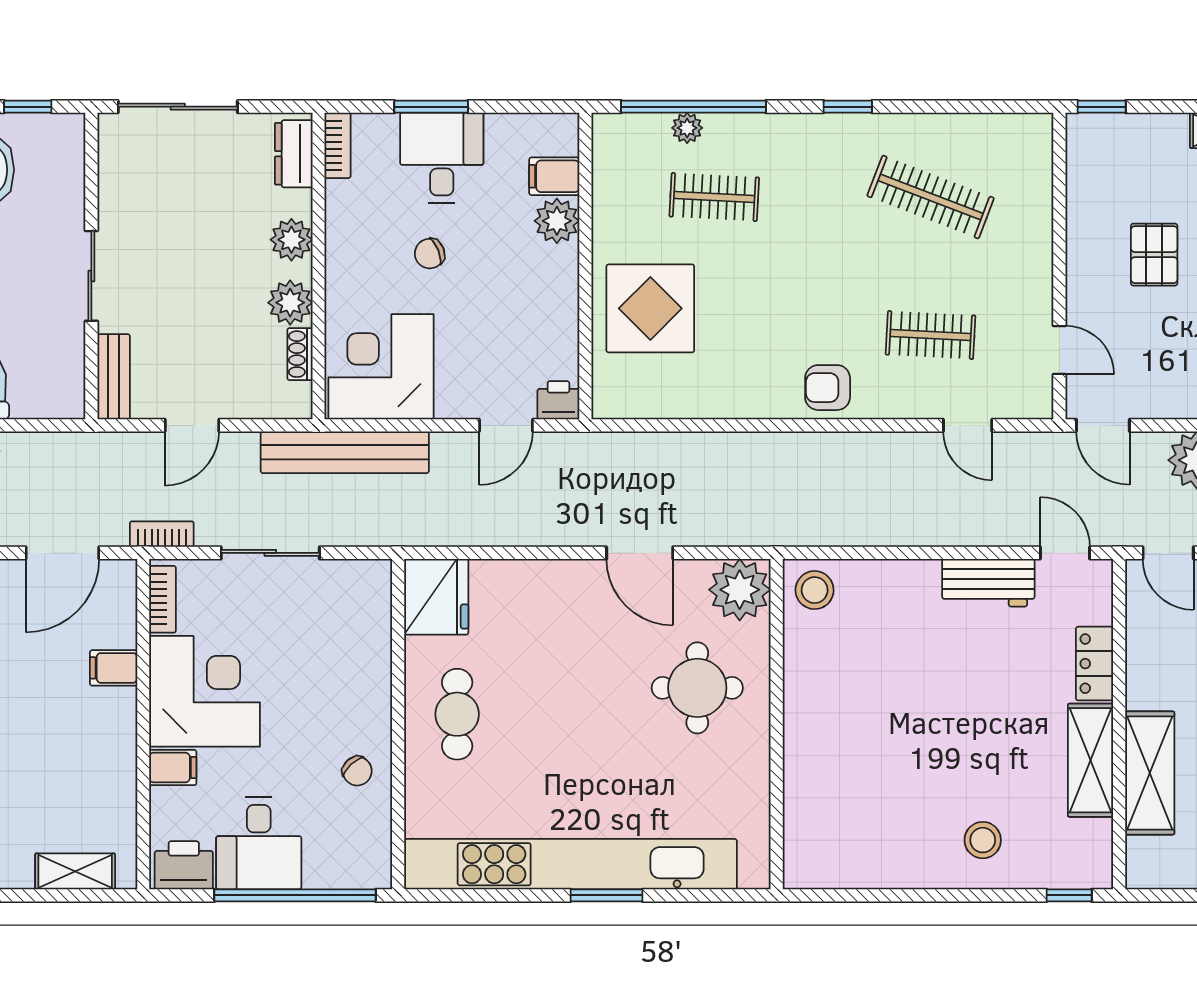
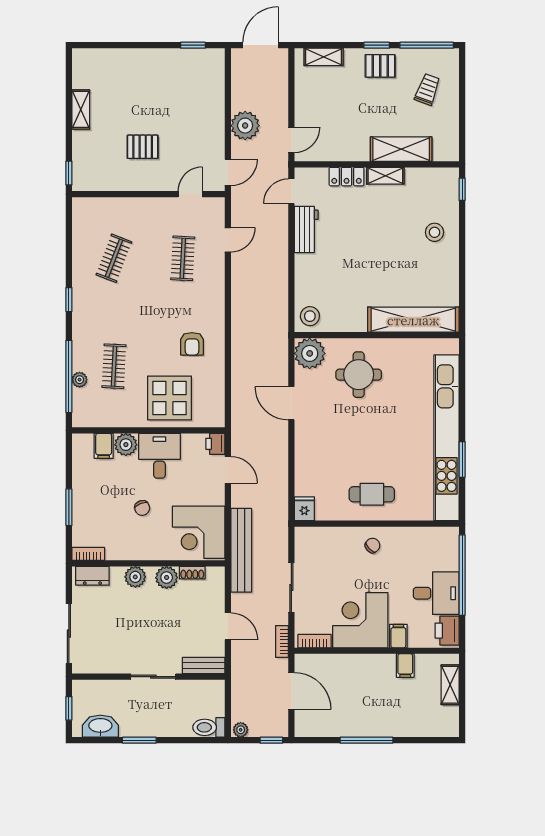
desk: (442, 158) -> (159, 456), moved, turned 90
clothes rail: (931, 197) -> (114, 258), width x0.73
armchair: (828, 388) -> (192, 344), moved
door: (640, 553) -> (291, 403), swing flipped
fridge: (436, 597) -> (304, 509), width x0.53, depth x0.75
filing cabinet: (114, 668) -> (405, 666), moved
shelving: (1091, 760) -> (385, 176), width x0.67, depth x0.75
chair: (357, 771) -> (373, 545), moved
shelving: (808, 798) -> (413, 320), added
window: (607, 895) -> (462, 459), moved

